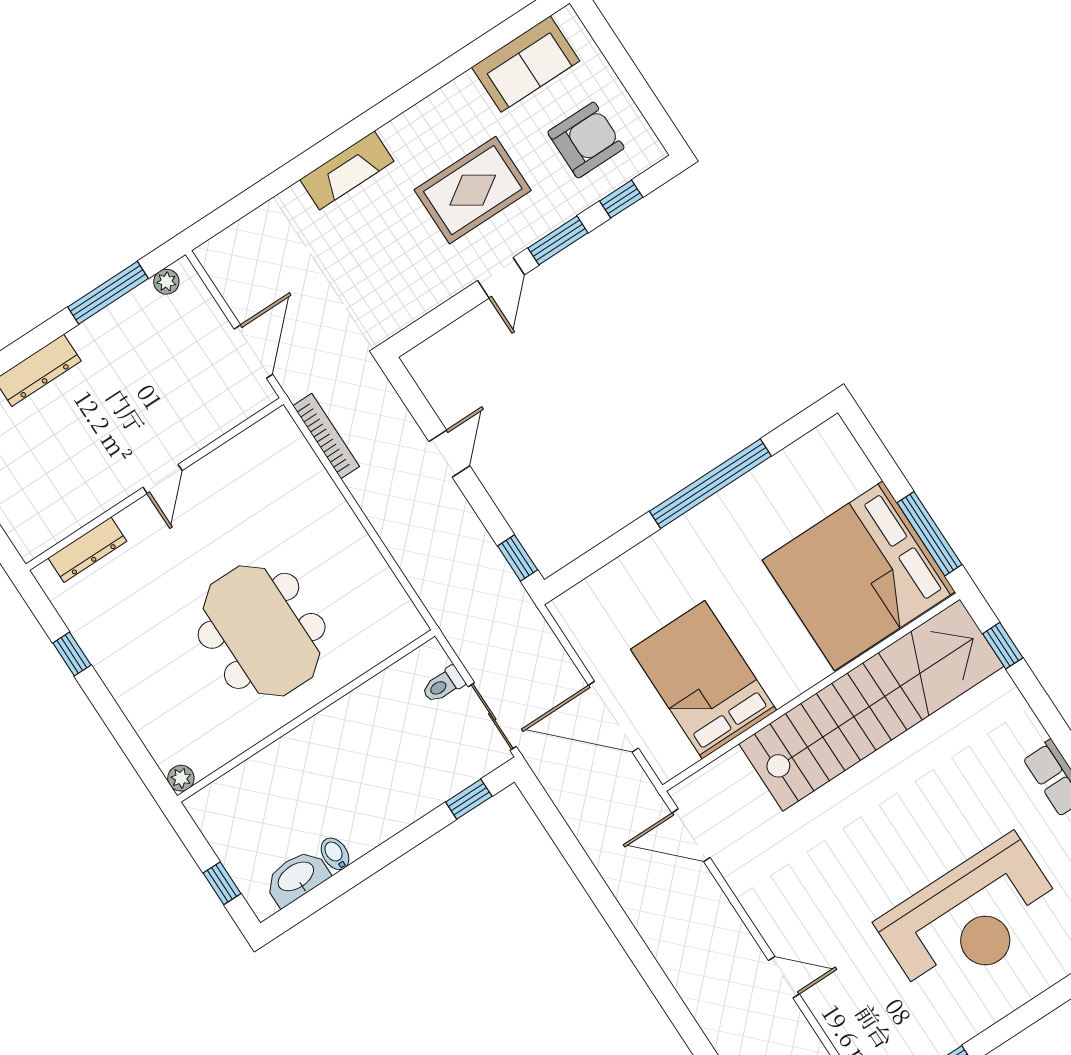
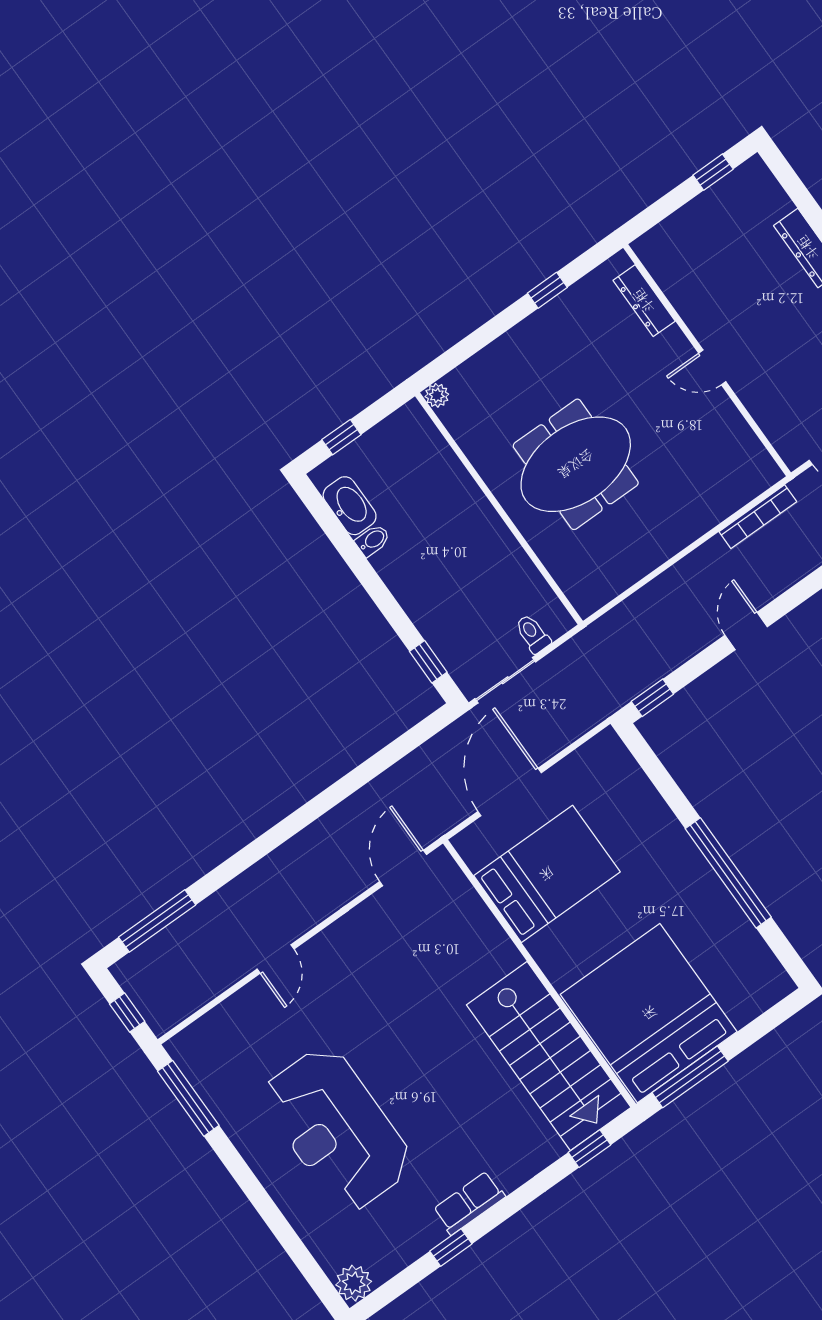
door: (449, 454) -> (746, 631), swing flipped
stairs: (871, 705) -> (549, 1056), width x0.73

